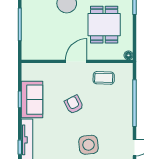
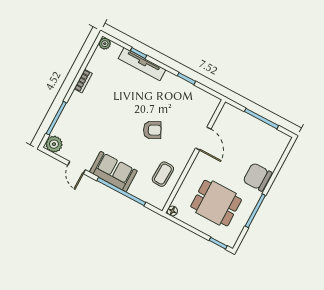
door: (76, 61) -> (203, 139), moved
sofa: (32, 100) -> (113, 172), moved, turned 180
side table: (88, 145) -> (104, 123), removed

